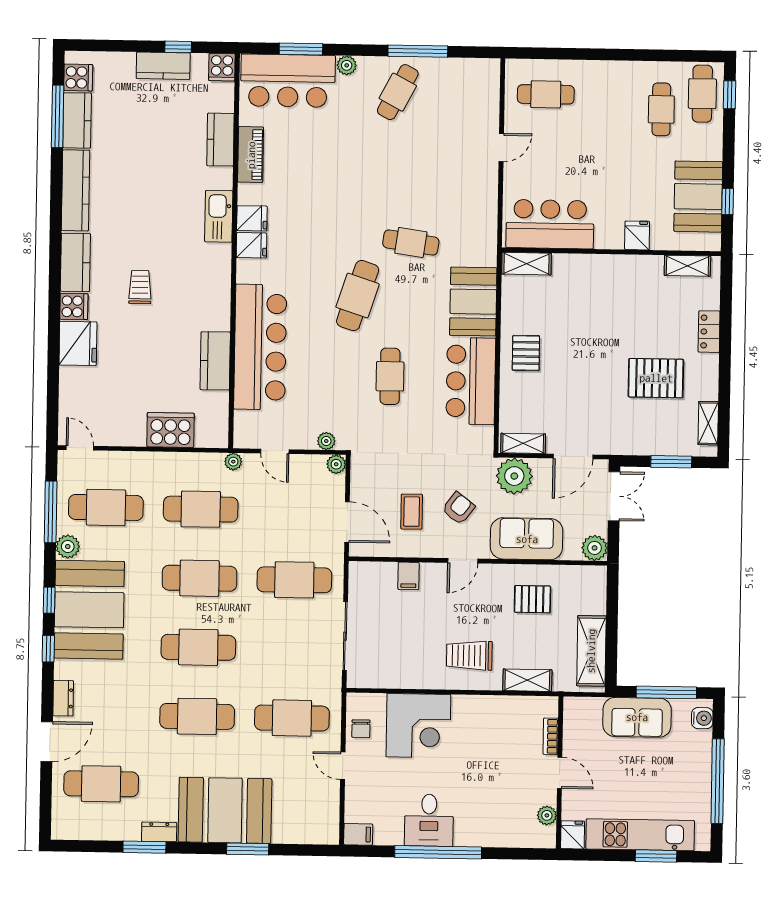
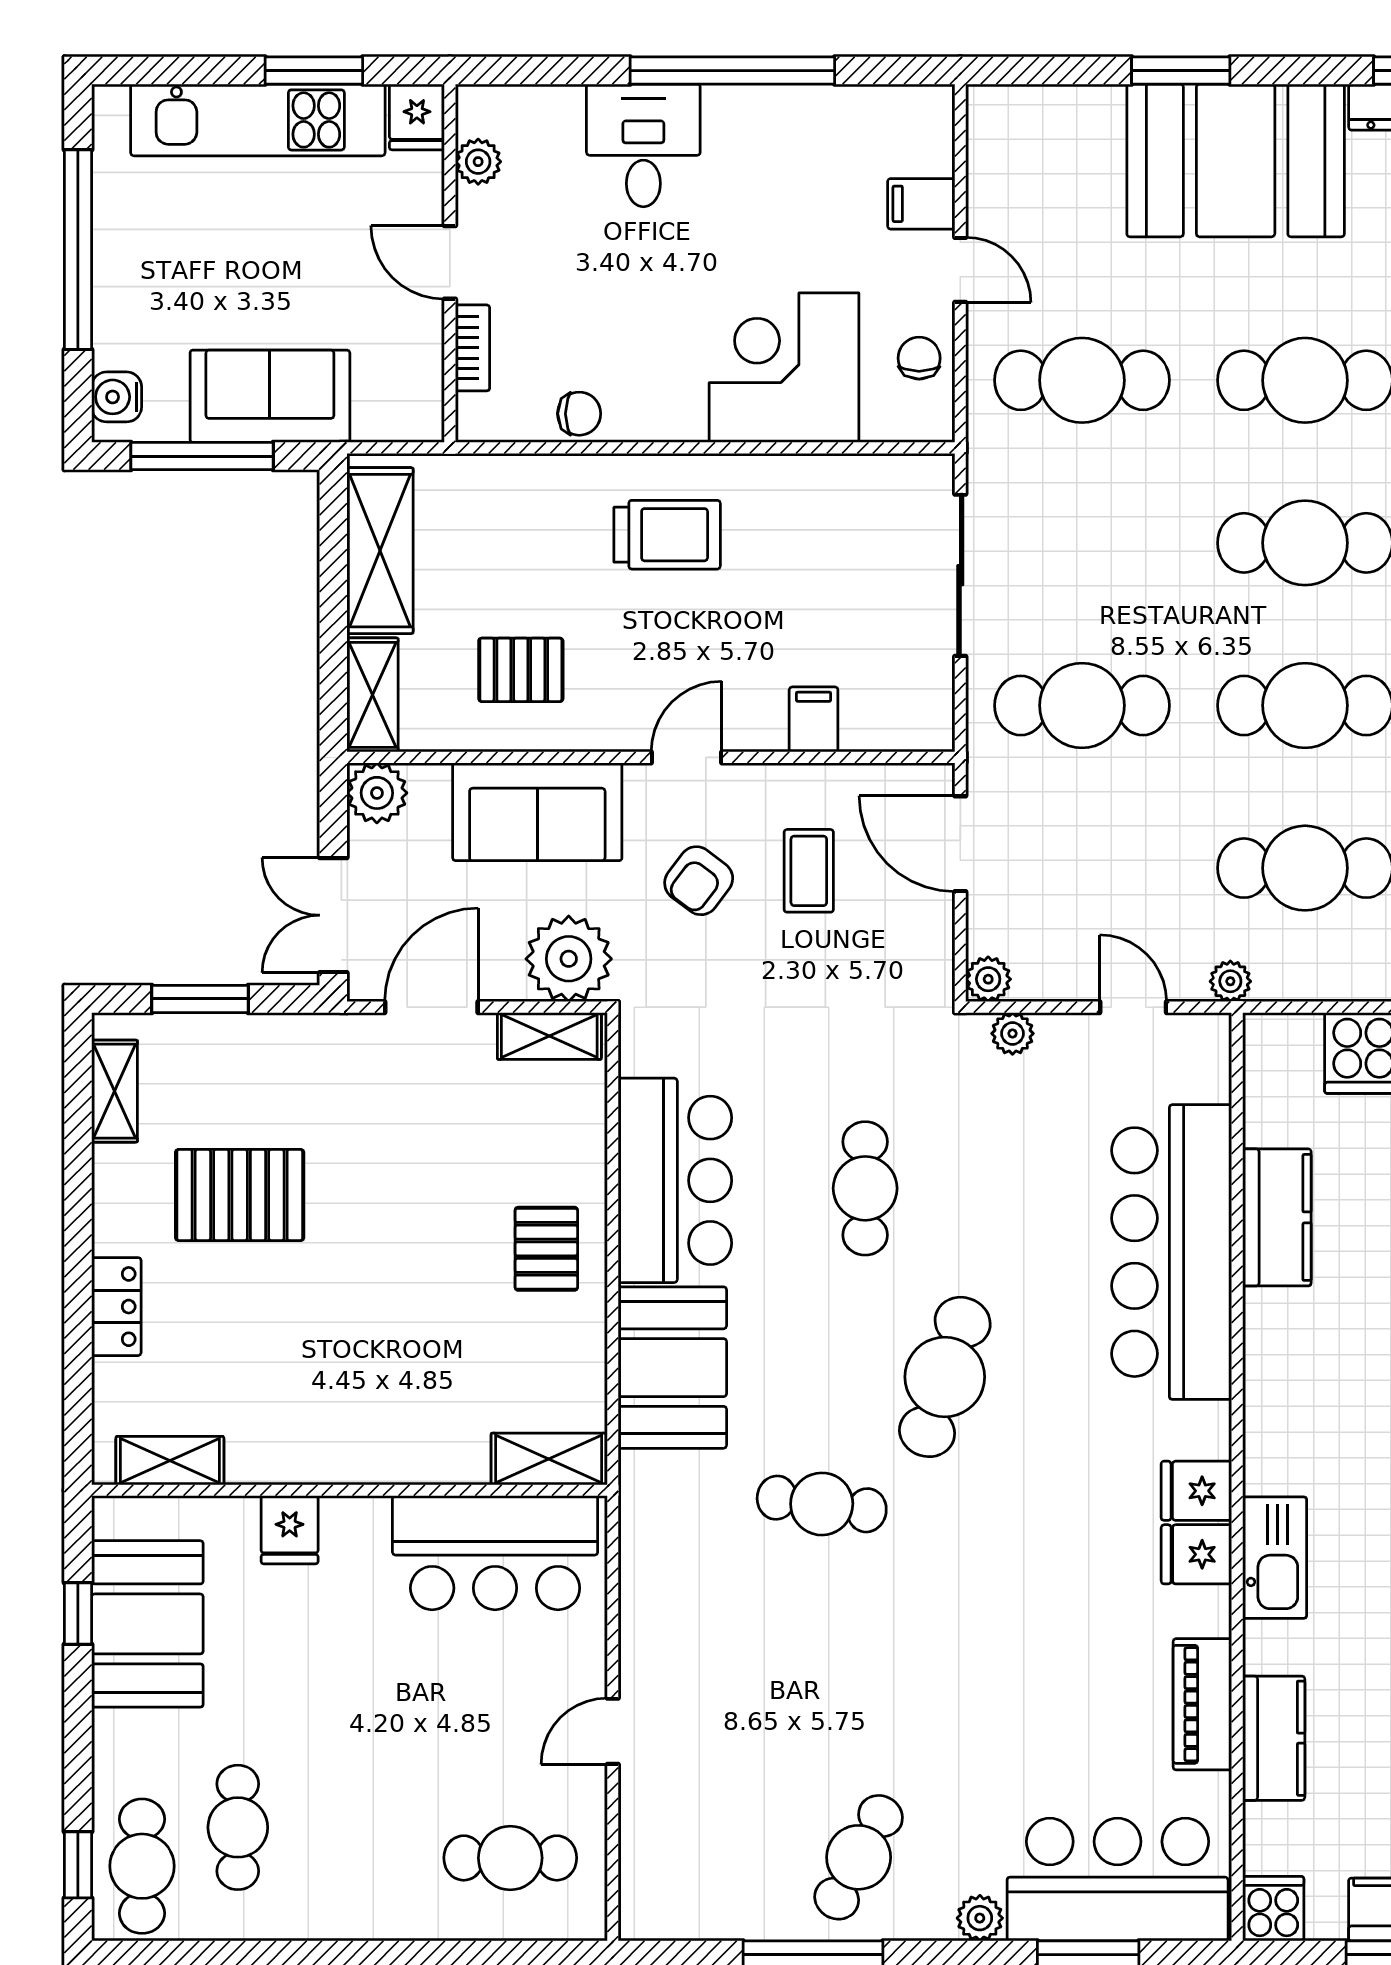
shelving: (527, 680) -> (372, 695), moved, turned 90
chair: (506, 708) -> (579, 414), added
desk: (429, 820) -> (643, 145), moved
filing cabinet: (358, 834) -> (921, 204), moved
window: (656, 856) -> (314, 71), moved

